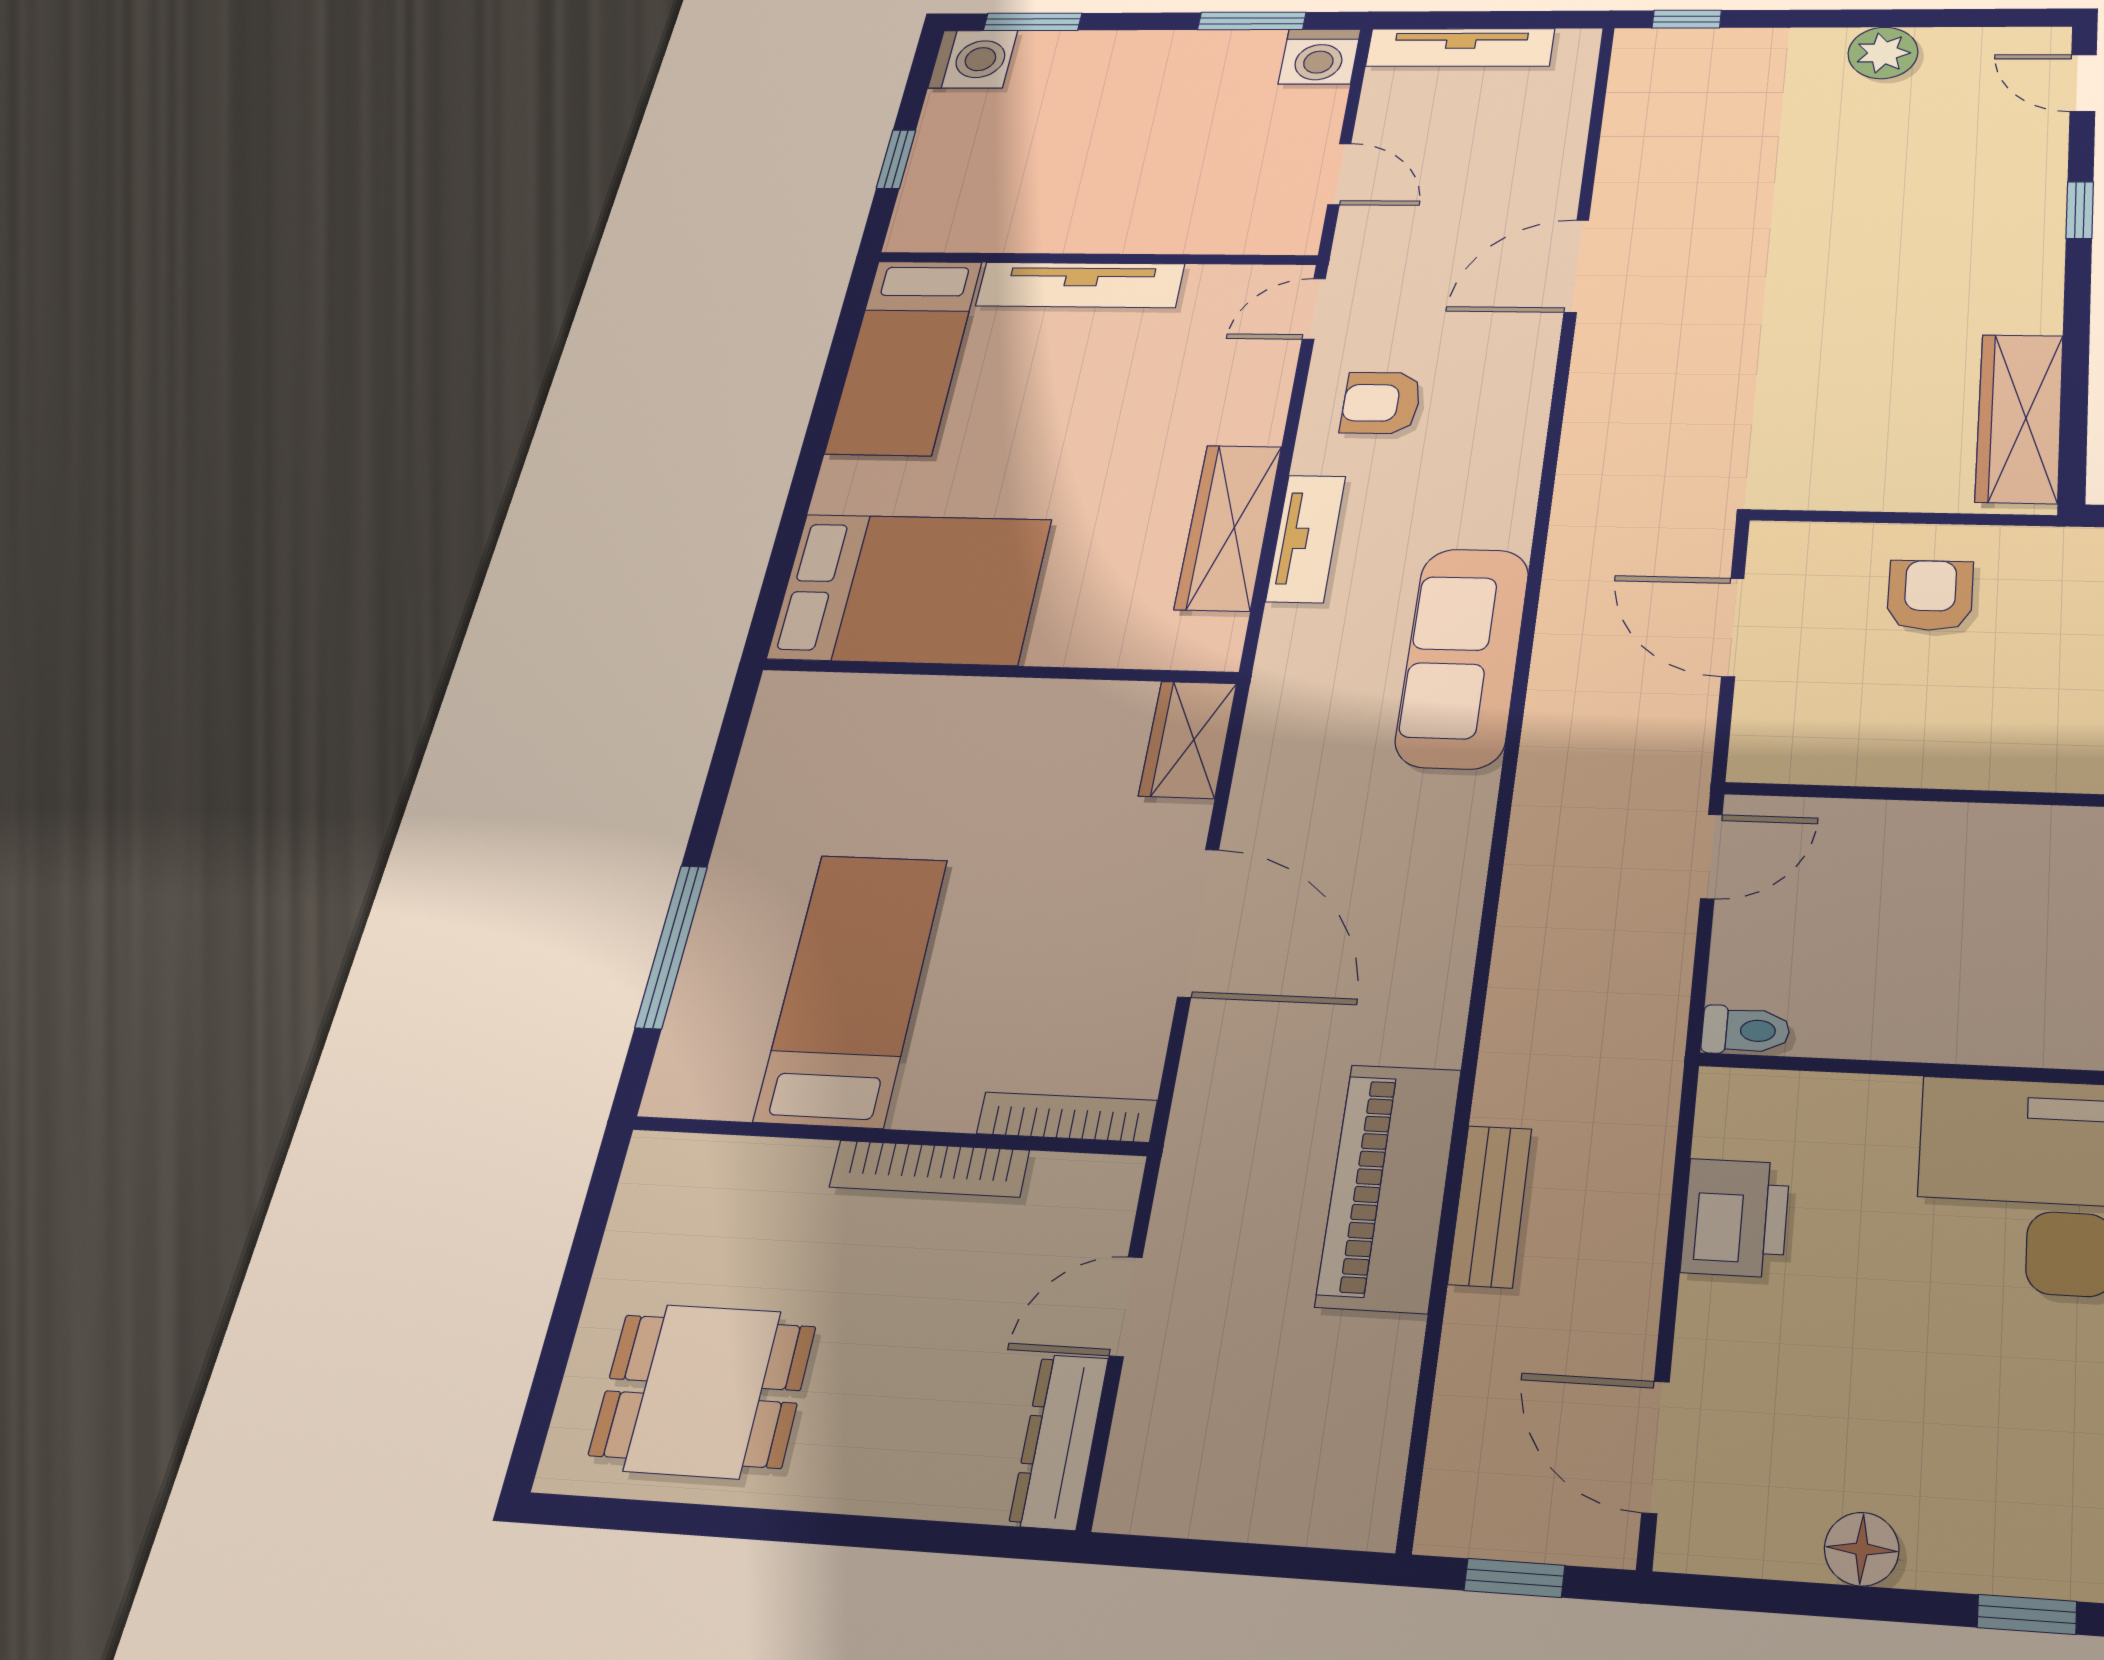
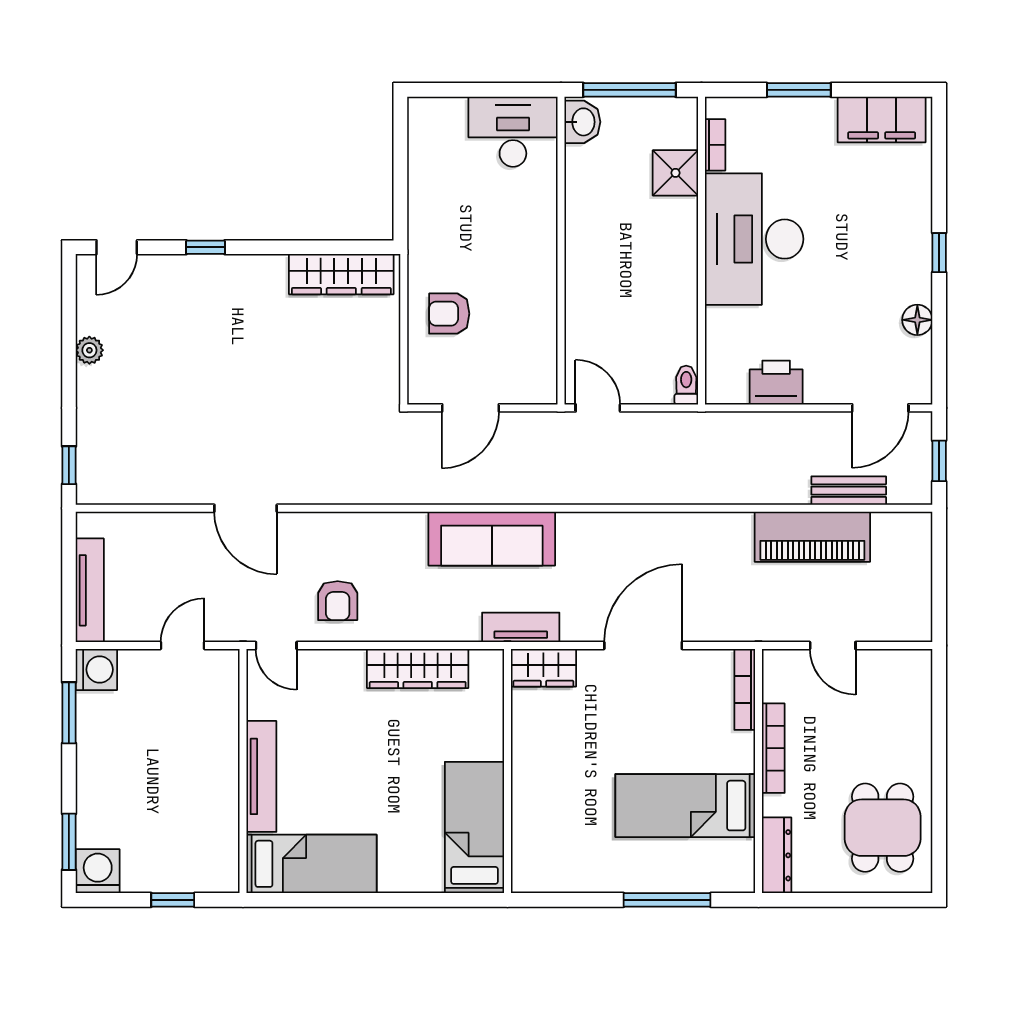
plant: (1883, 53) -> (89, 350), width x0.73, depth x0.73
tv unit: (1306, 538) -> (521, 627), moved
bed: (910, 589) -> (475, 827), width x0.67
piano: (1389, 1187) -> (812, 537), moved
bench: (1490, 1206) -> (849, 491), moved
dresser: (1059, 1441) -> (777, 855), moved, turned -90

